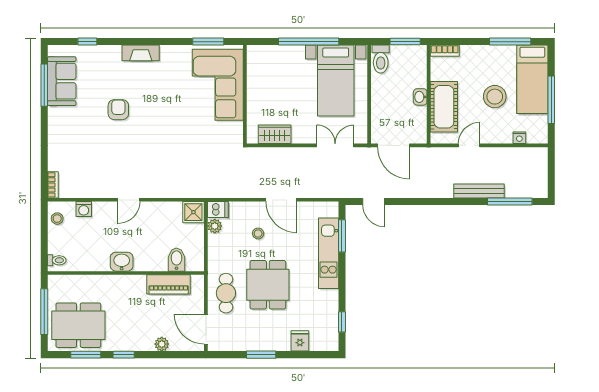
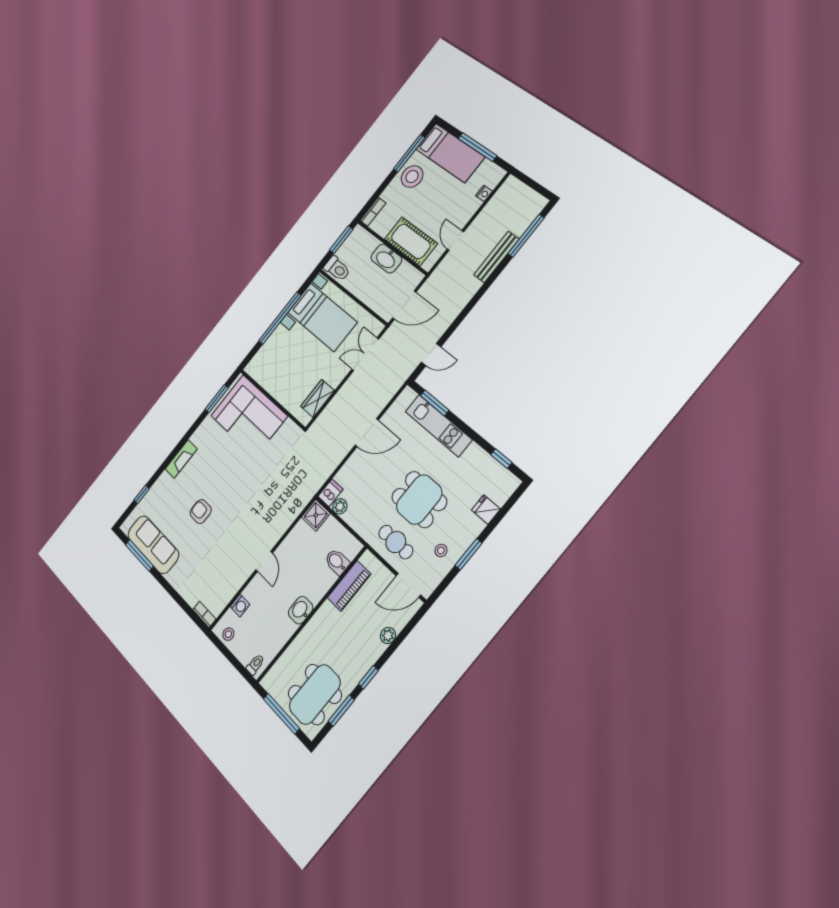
sofa: (62, 81) -> (153, 545), width x1.36
washbasin: (420, 97) -> (386, 259), width x1.91, depth x1.45
stool: (495, 97) -> (412, 177), moved
stool: (258, 233) -> (441, 550), moved

